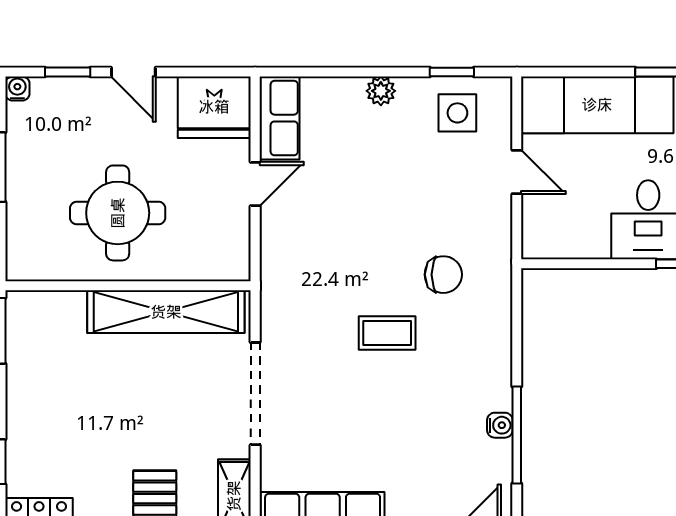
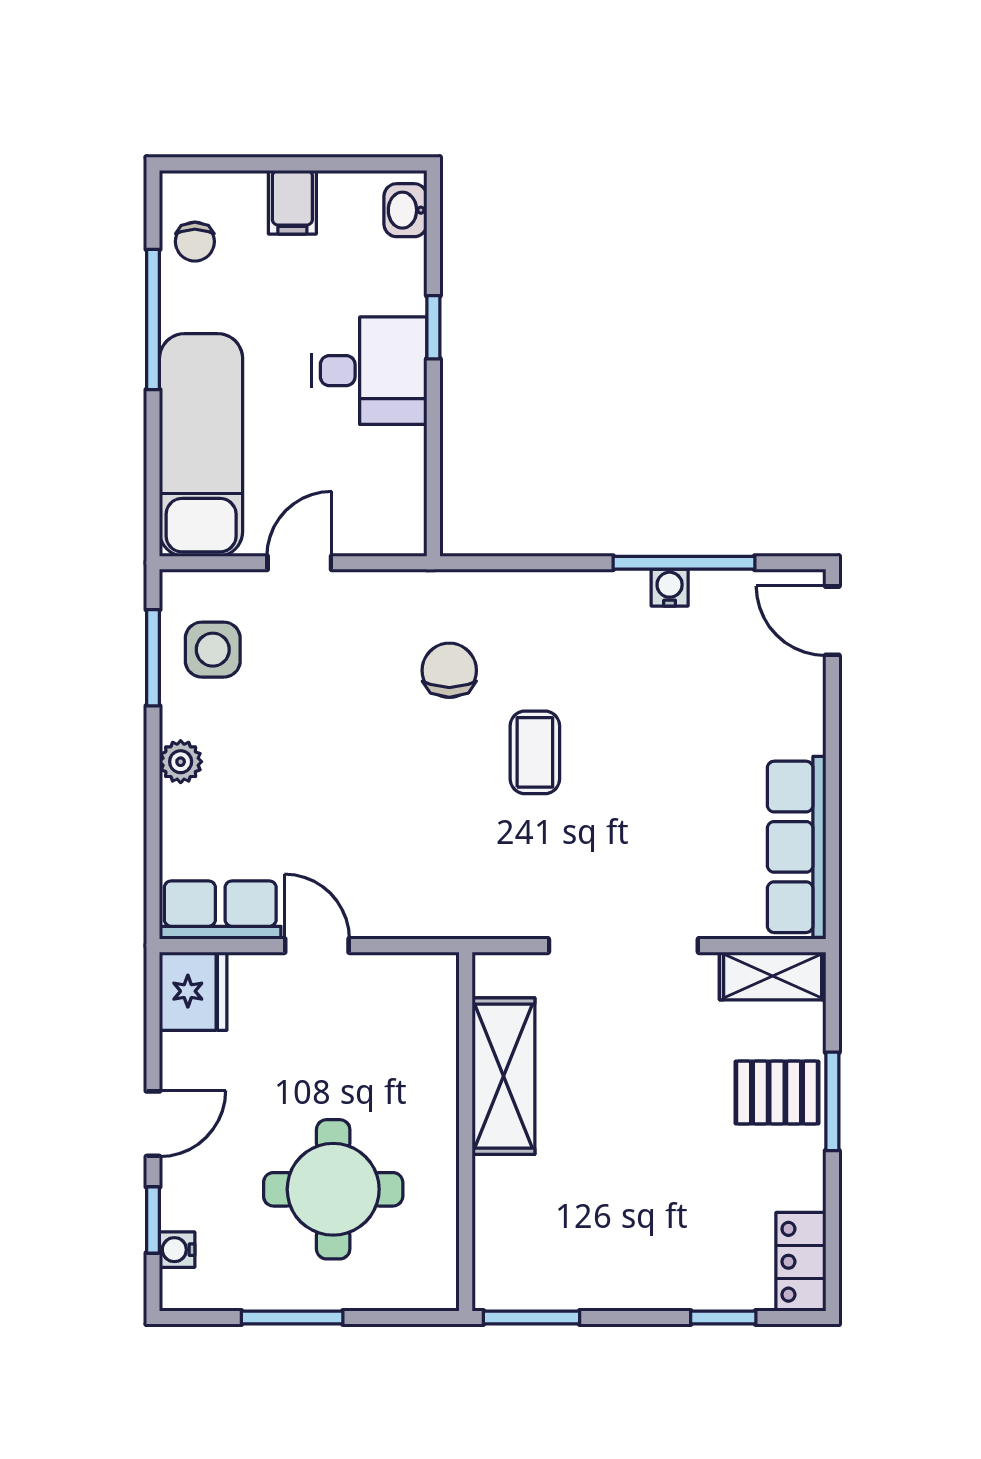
window: (452, 72) -> (153, 658), width x1.50
water cooler: (17, 89) -> (177, 1250), moved
fridge: (214, 107) -> (193, 991), width x0.73, depth x0.75
round table: (118, 213) -> (333, 1189), moved
shelving: (166, 312) -> (503, 1076), width x0.68

